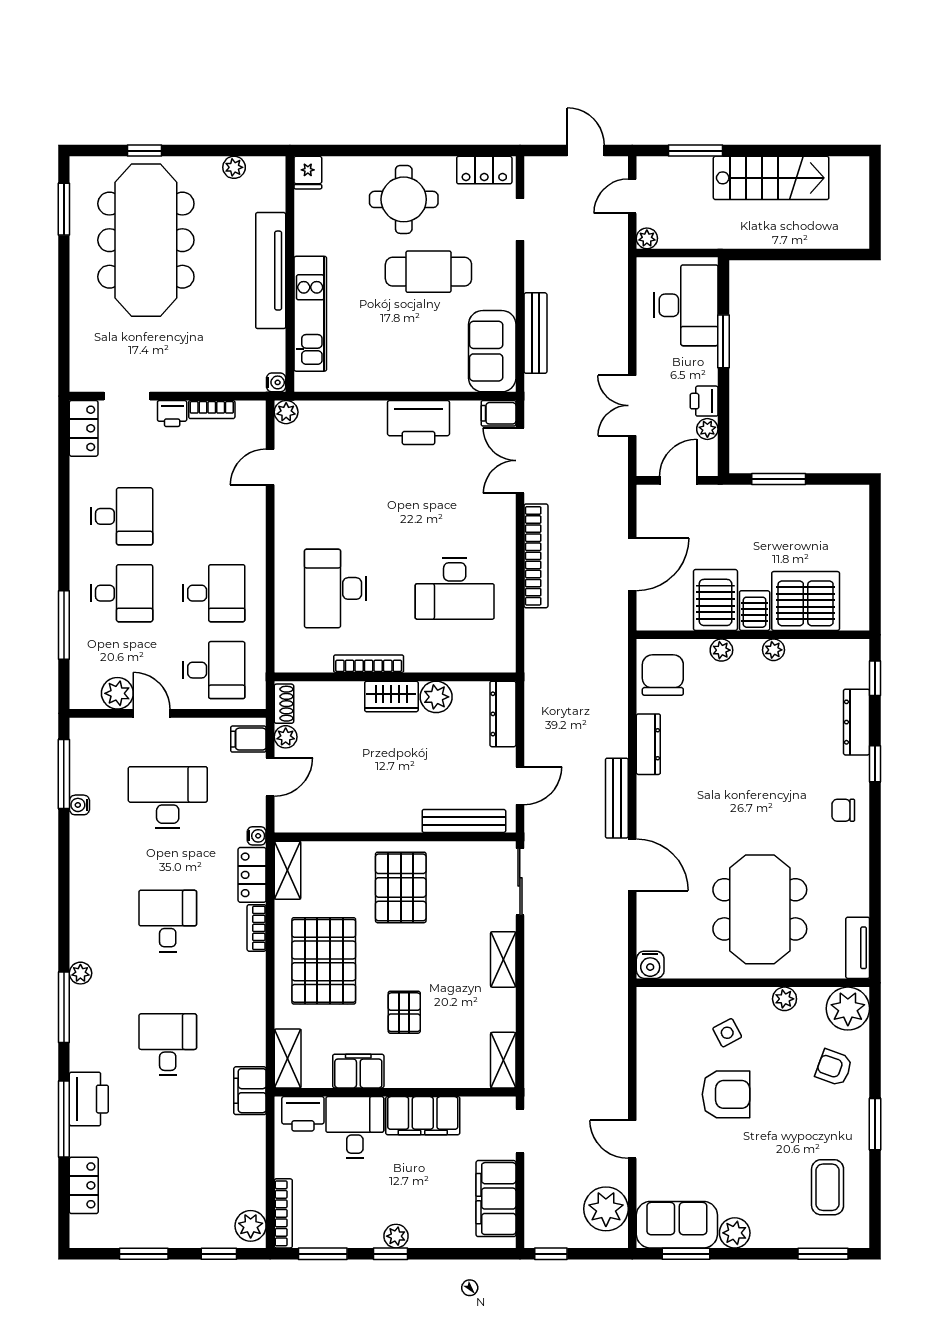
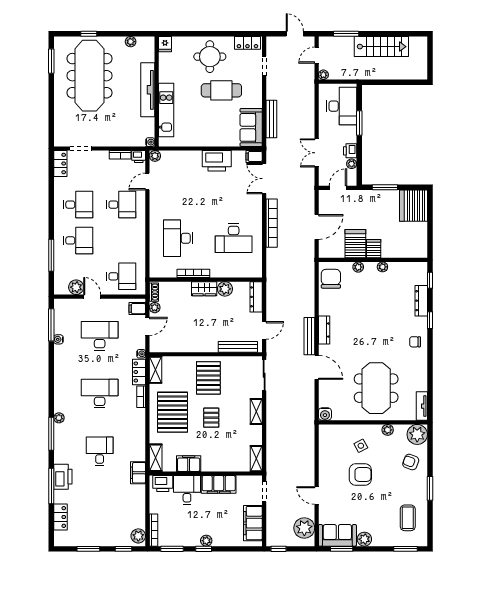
printer: (172, 414) -> (139, 157), moved
desk: (214, 593) -> (121, 205), moved
server rack: (806, 601) -> (413, 206), moved, turned -90
dresser: (648, 744) -> (324, 330), moved
desk: (168, 921) -> (100, 394), width x1.37
pallet: (404, 1012) -> (211, 418), moved

